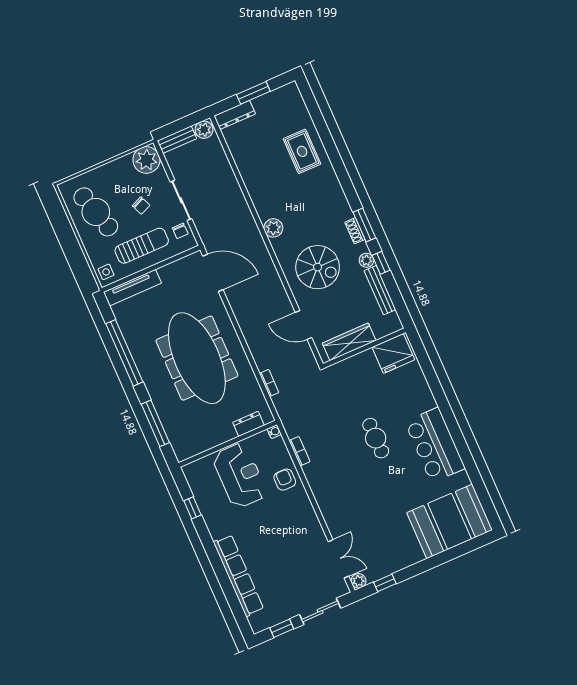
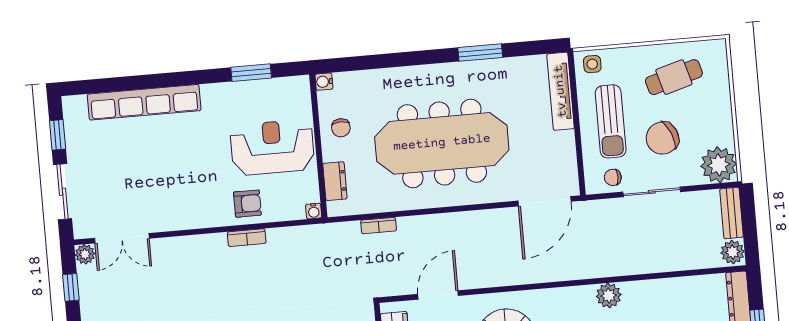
chair: (141, 206) -> (662, 138), width x1.87, depth x1.87
cafe table: (96, 212) -> (674, 77), width x0.73, depth x0.74
plant: (273, 228) -> (609, 296), moved
window: (124, 353) -> (480, 53), width x0.47
window: (155, 423) -> (376, 62), removed
chair: (210, 432) -> (341, 128), added
bookcase: (299, 451) -> (247, 238), moved
water cooler: (182, 455) -> (324, 82), added
reception desk: (240, 475) -> (272, 147), turned 180
window: (192, 508) -> (251, 73), width x1.50

